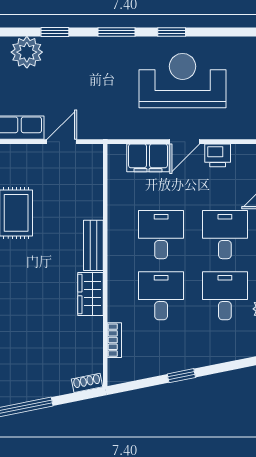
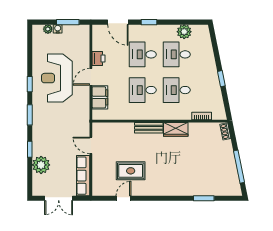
door: (185, 142) -> (91, 77), swing flipped

